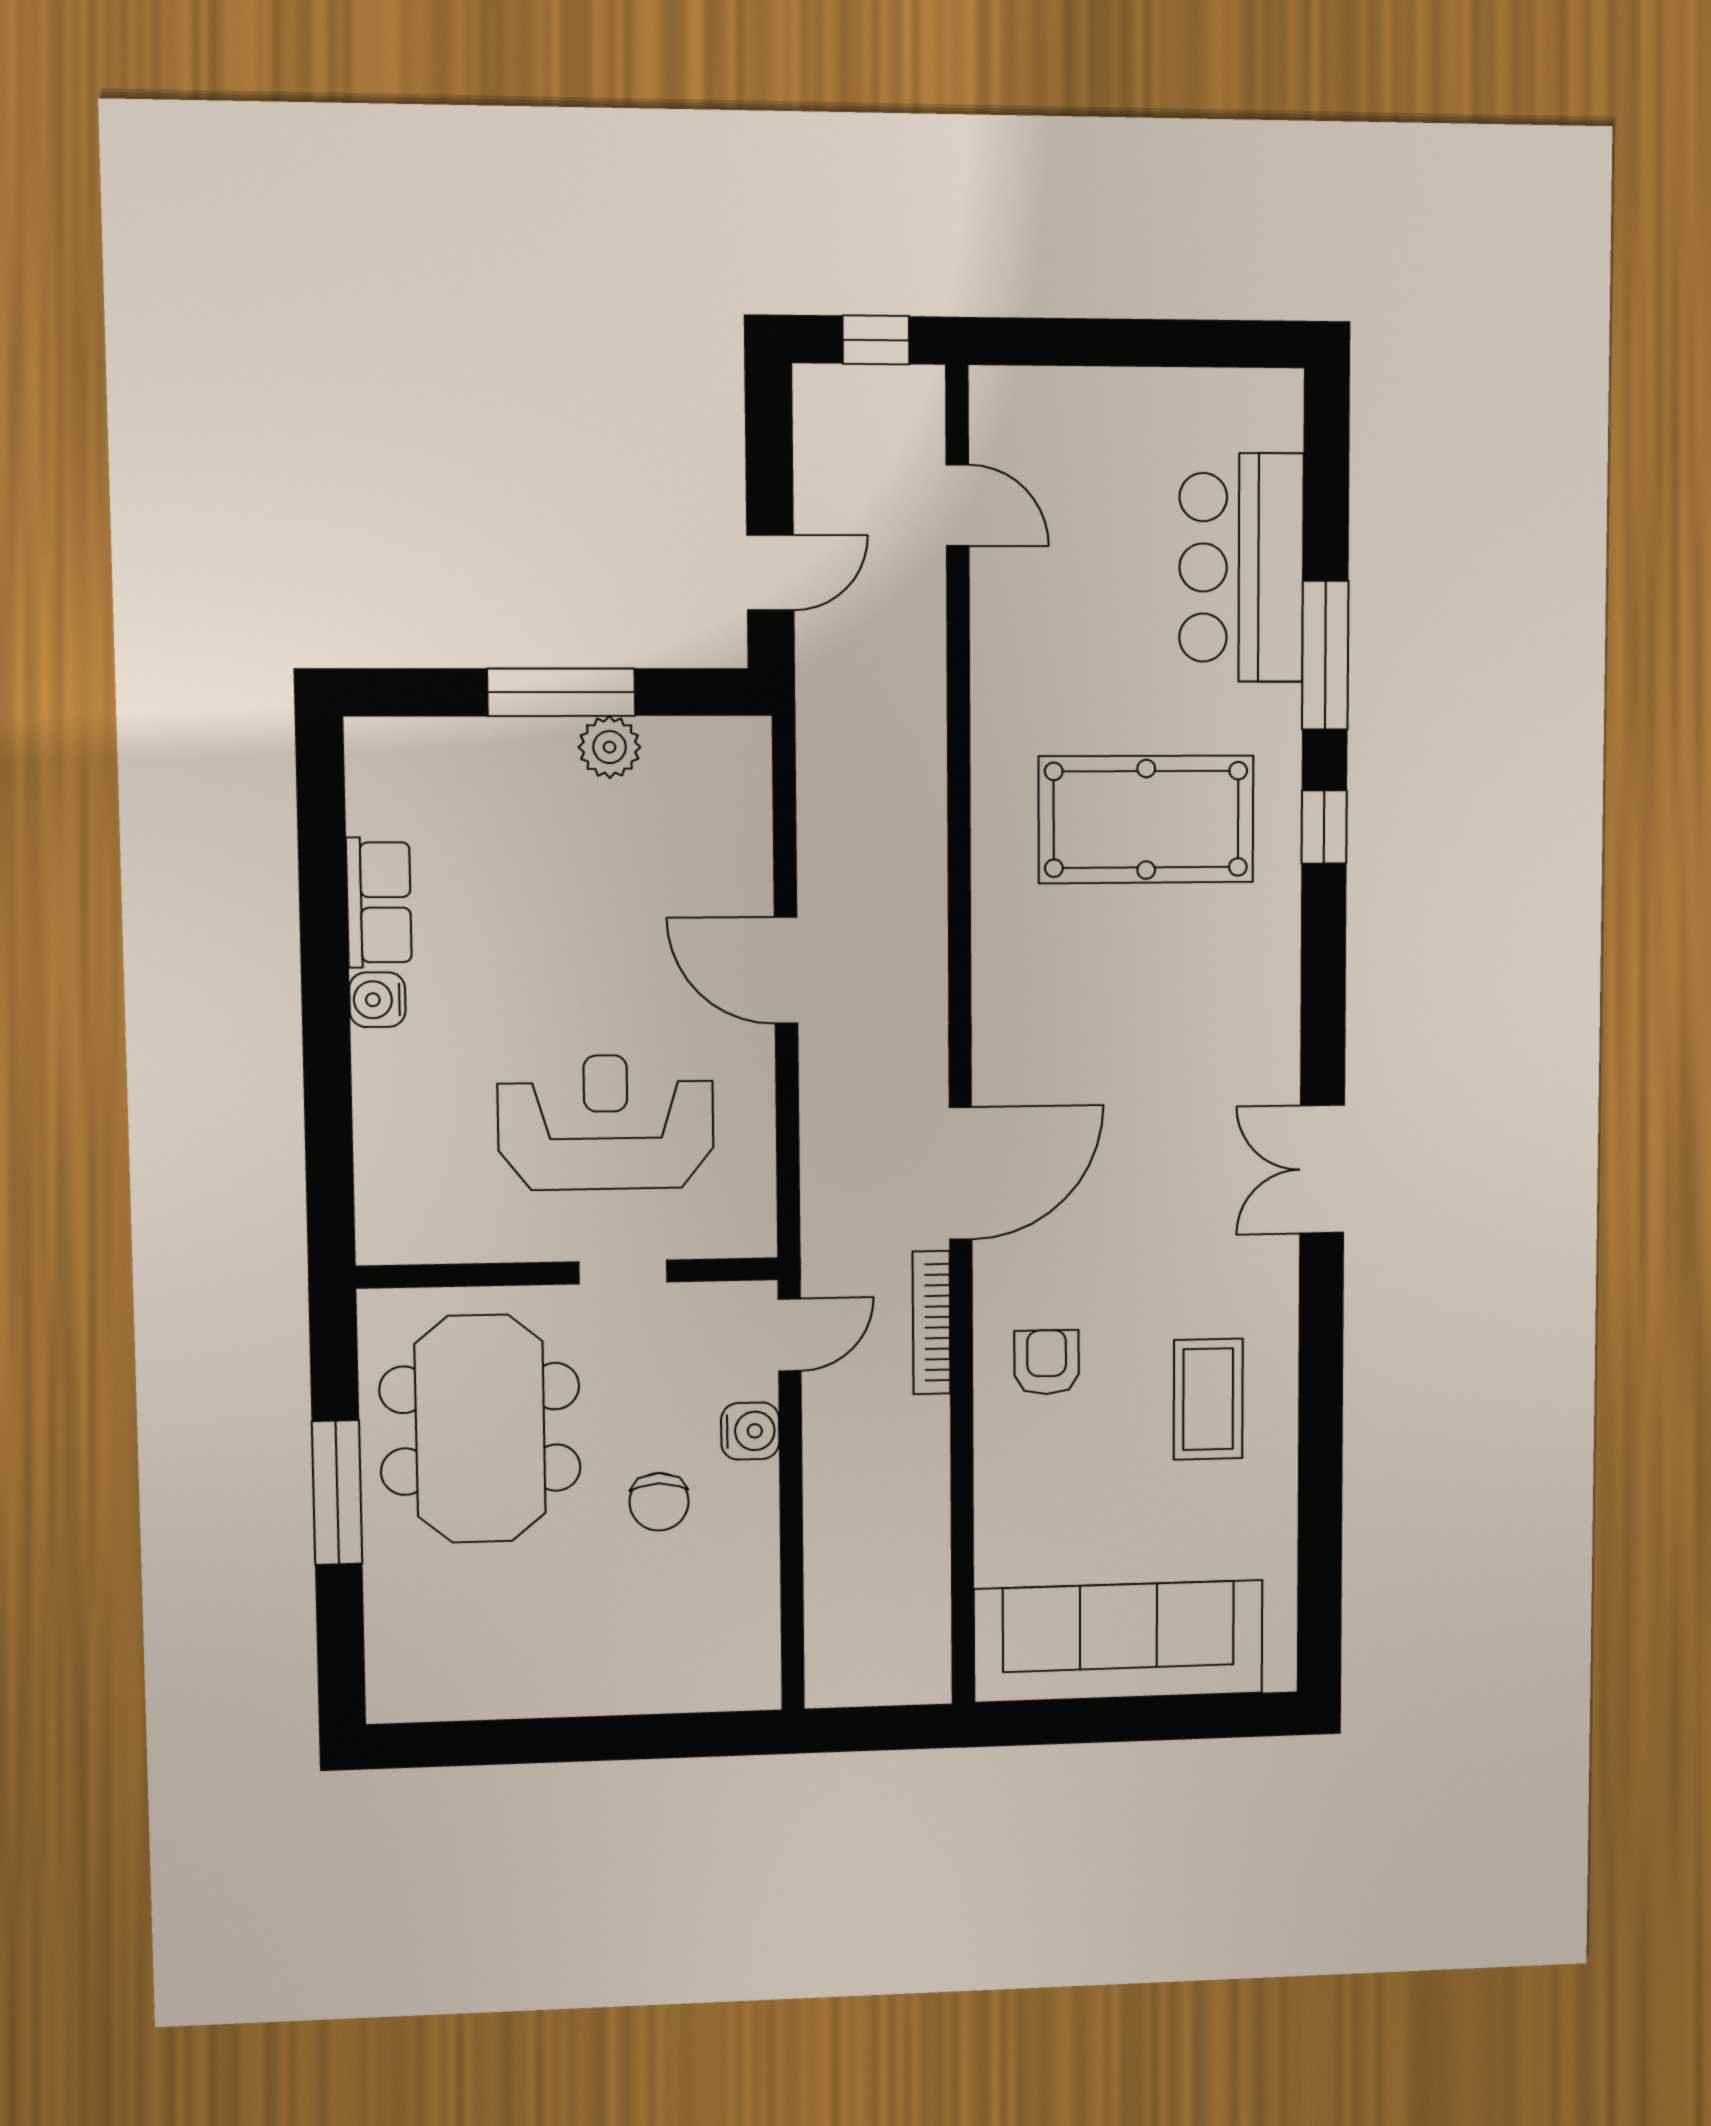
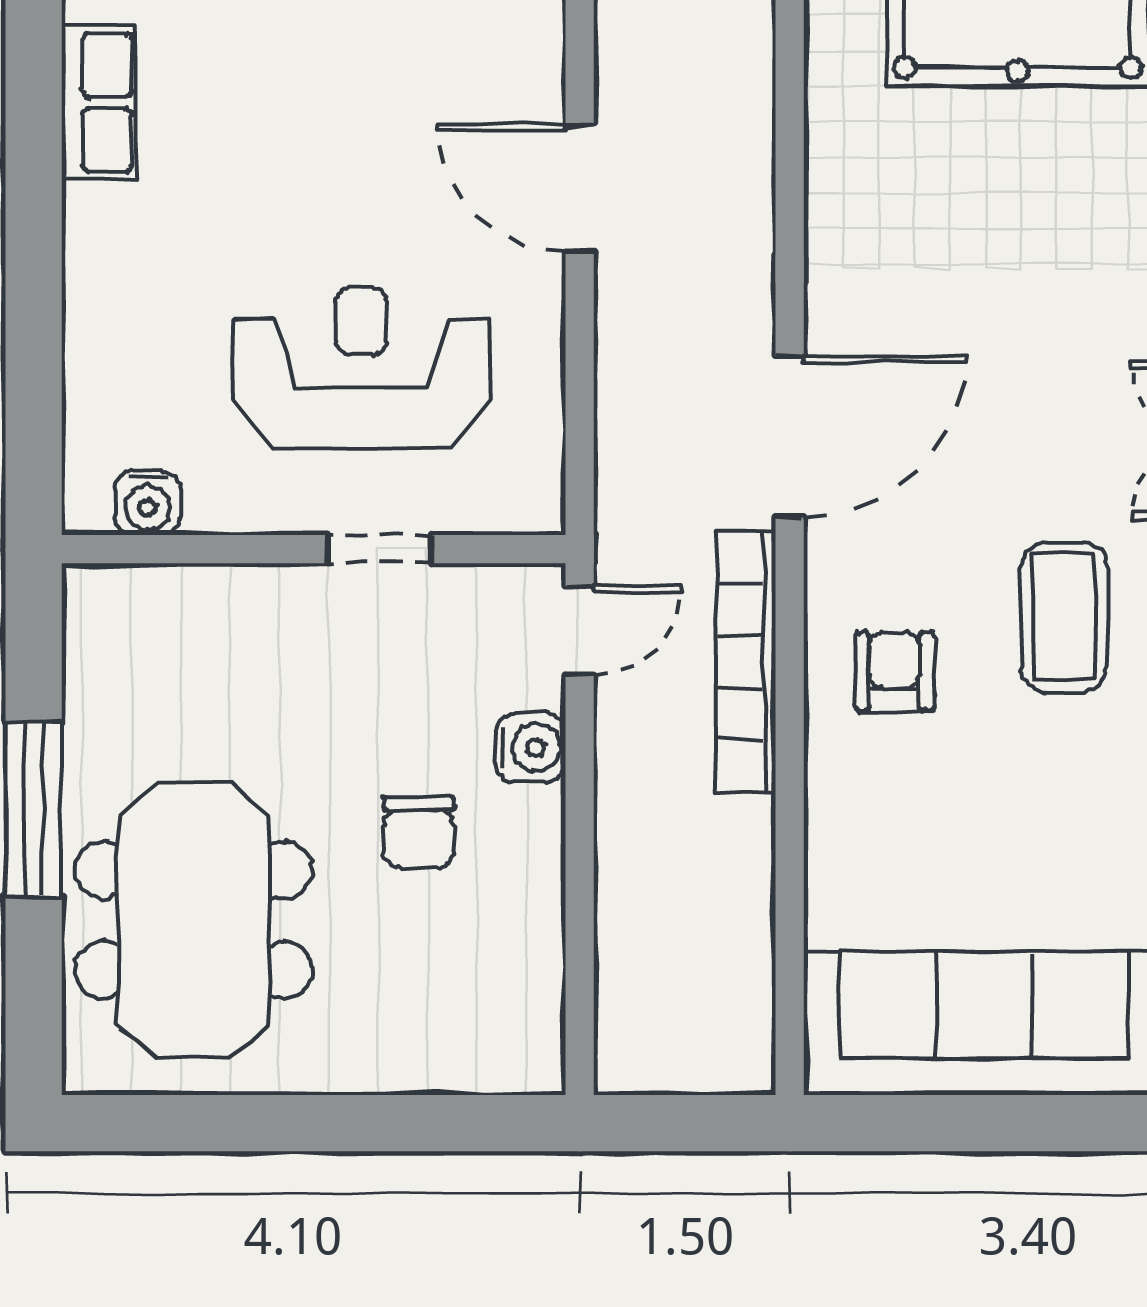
water cooler: (377, 1000) -> (148, 503), moved, turned -90
bookcase: (932, 1323) -> (746, 662), width x1.48, depth x1.31
coffee table: (1208, 1399) -> (1064, 617), moved
meeting table: (480, 1429) -> (194, 920), moved

